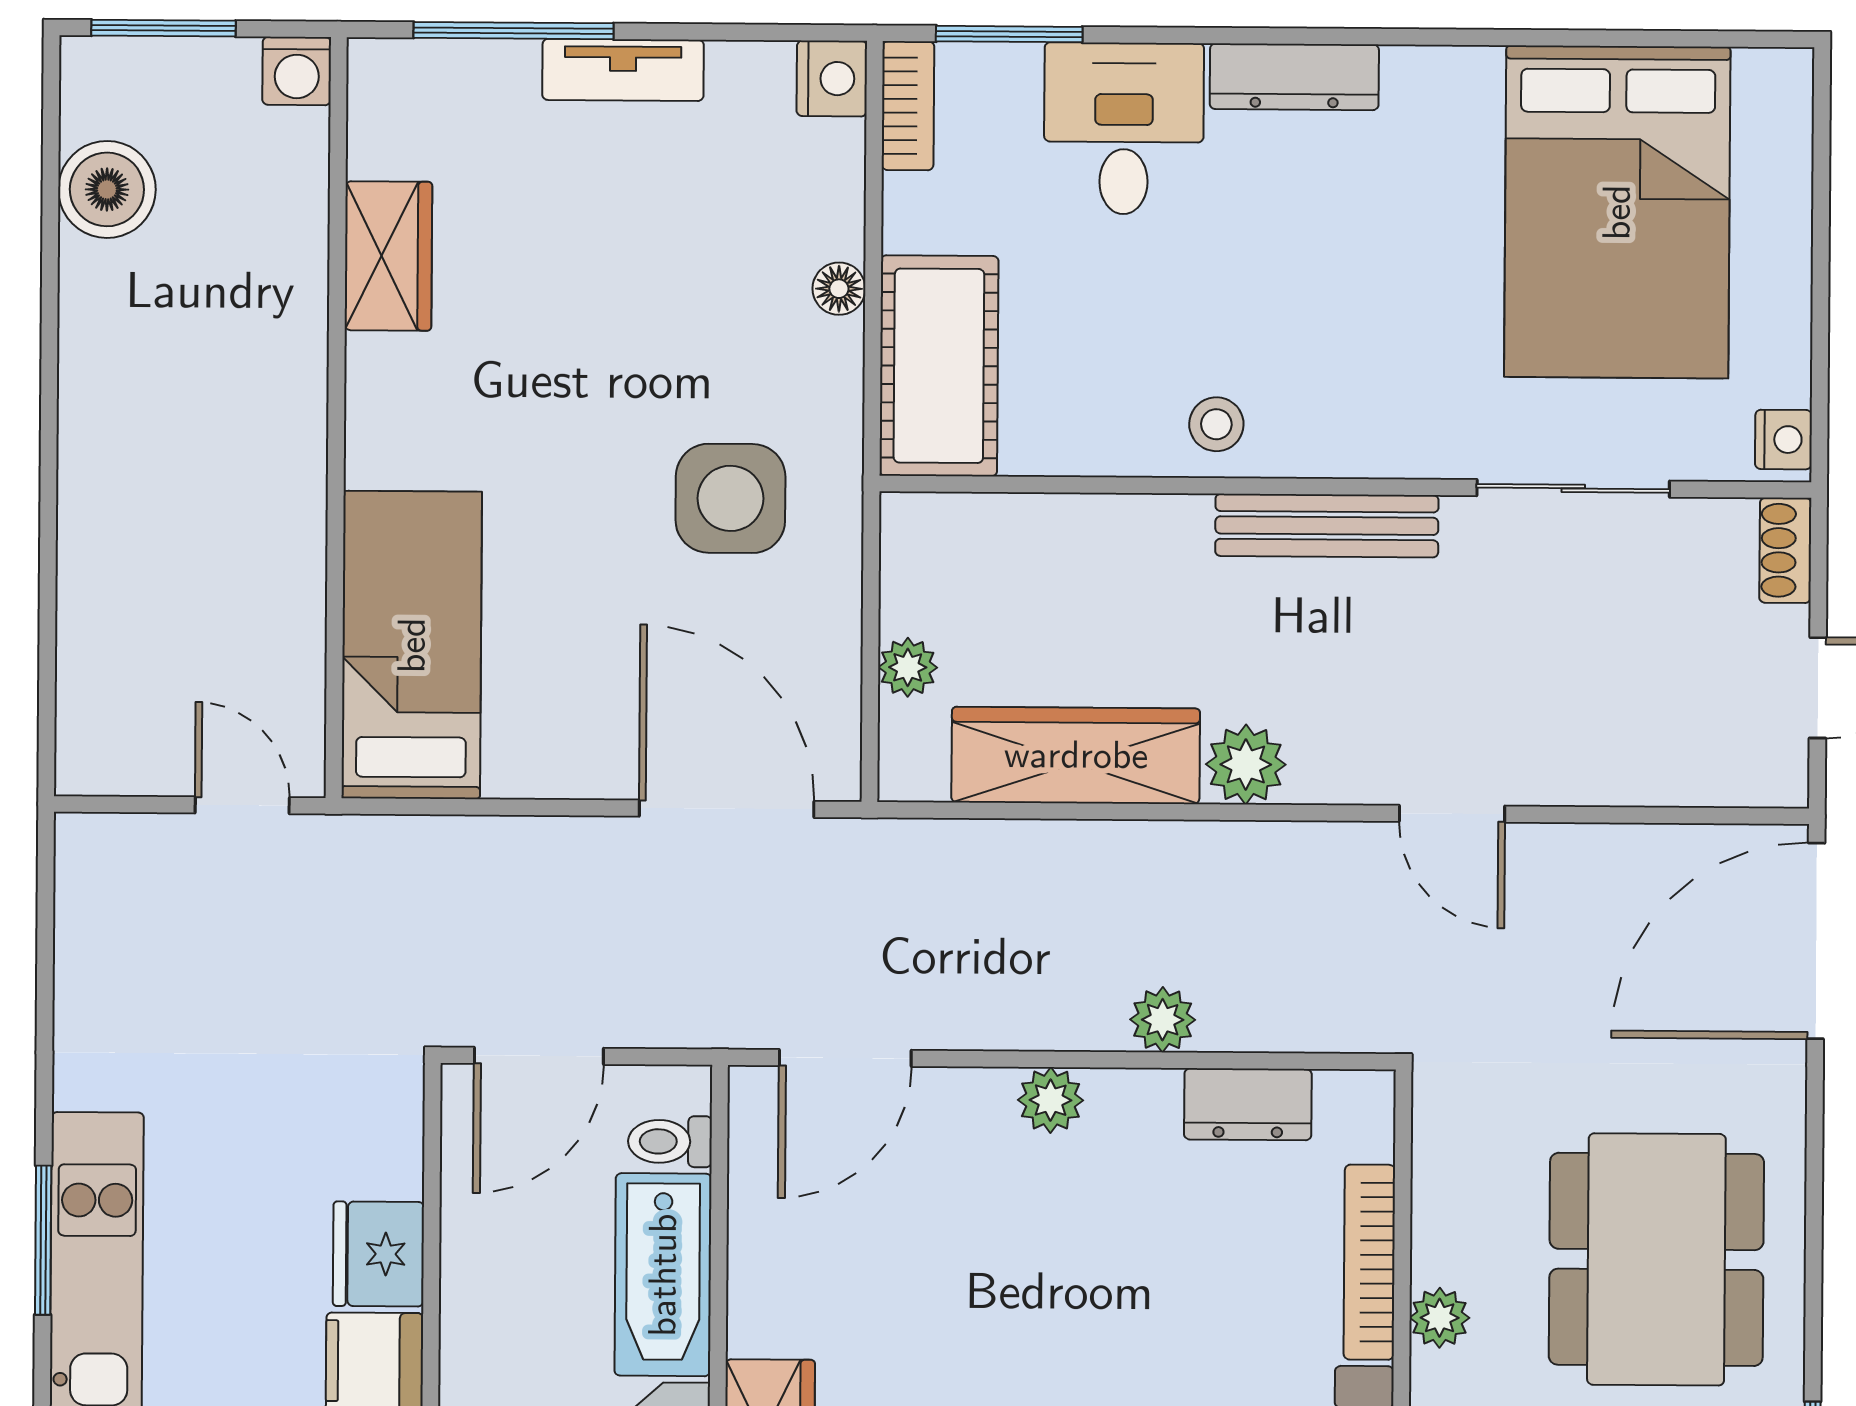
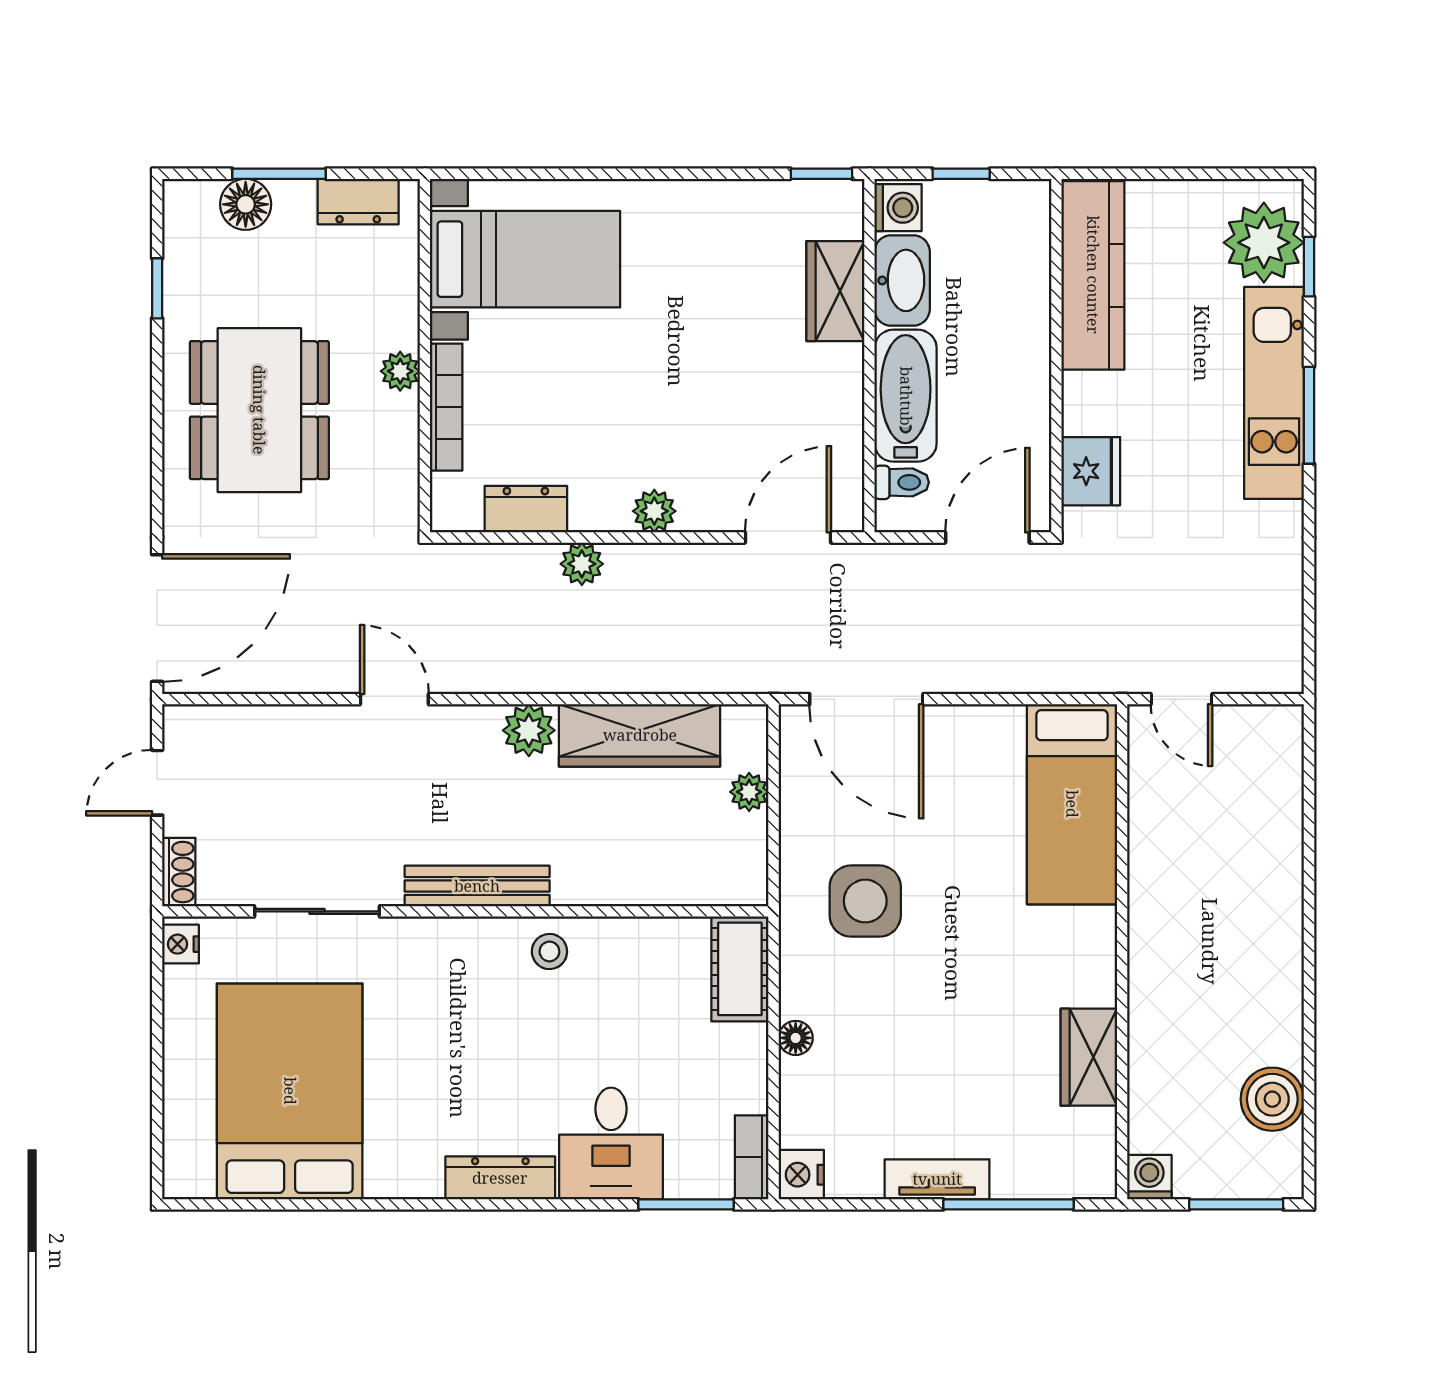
cot: (939, 366) -> (740, 969), width x0.73, depth x0.75
fridge: (378, 1254) -> (1091, 471), moved

